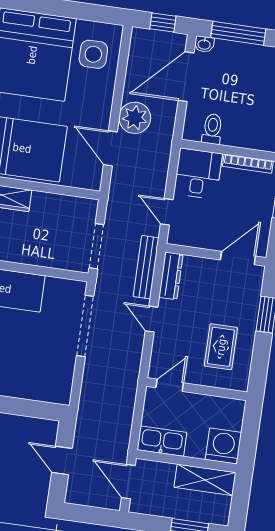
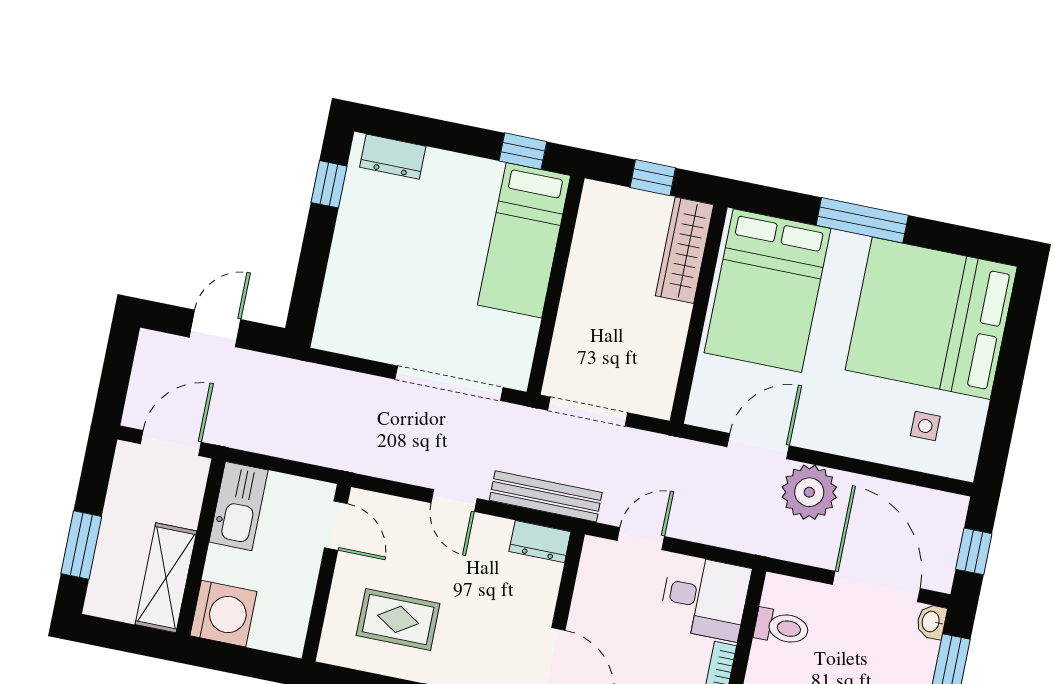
side table: (93, 54) -> (925, 426), width x0.54, depth x0.54
dresser: (171, 276) -> (540, 542), width x0.70
door: (152, 319) -> (454, 501), swing flipped

